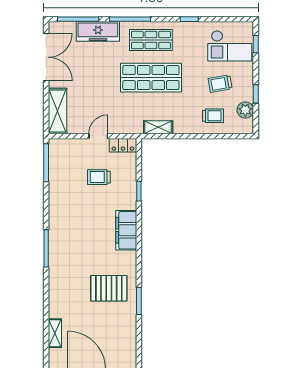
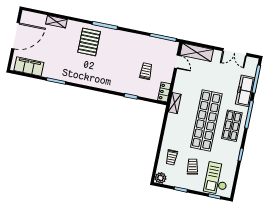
double door: (46, 57) -> (235, 52), width x0.73
shop shelf: (151, 78) -> (206, 120), width x1.40
plant: (245, 110) -> (160, 178), moved
shelving: (158, 127) -> (175, 103), moved
door: (98, 136) -> (177, 62), moved
filing cabinet: (126, 230) -> (29, 66), moved
pallet: (109, 288) -> (89, 42), moved
shelving: (55, 333) -> (56, 22), moved

